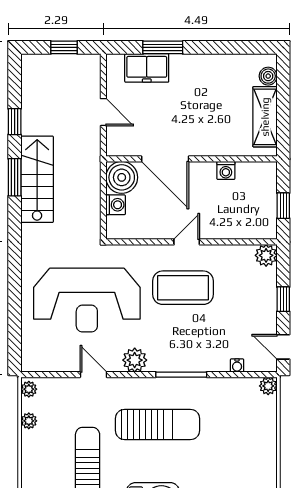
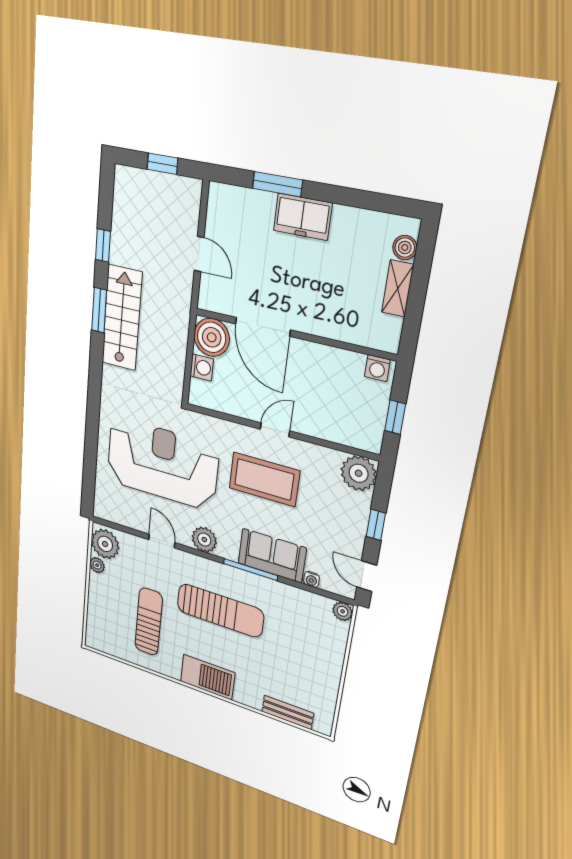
freezer: (147, 68) -> (303, 217), moved
shelving: (265, 117) -> (398, 288), width x0.67, depth x0.75
washing machine: (226, 170) -> (377, 368), moved
plant: (266, 255) -> (359, 473), width x1.36, depth x1.36
reception desk: (87, 300) -> (162, 463), turned 180
sofa: (199, 355) -> (272, 556), added
plant: (29, 389) -> (105, 544), width x1.87, depth x1.87

